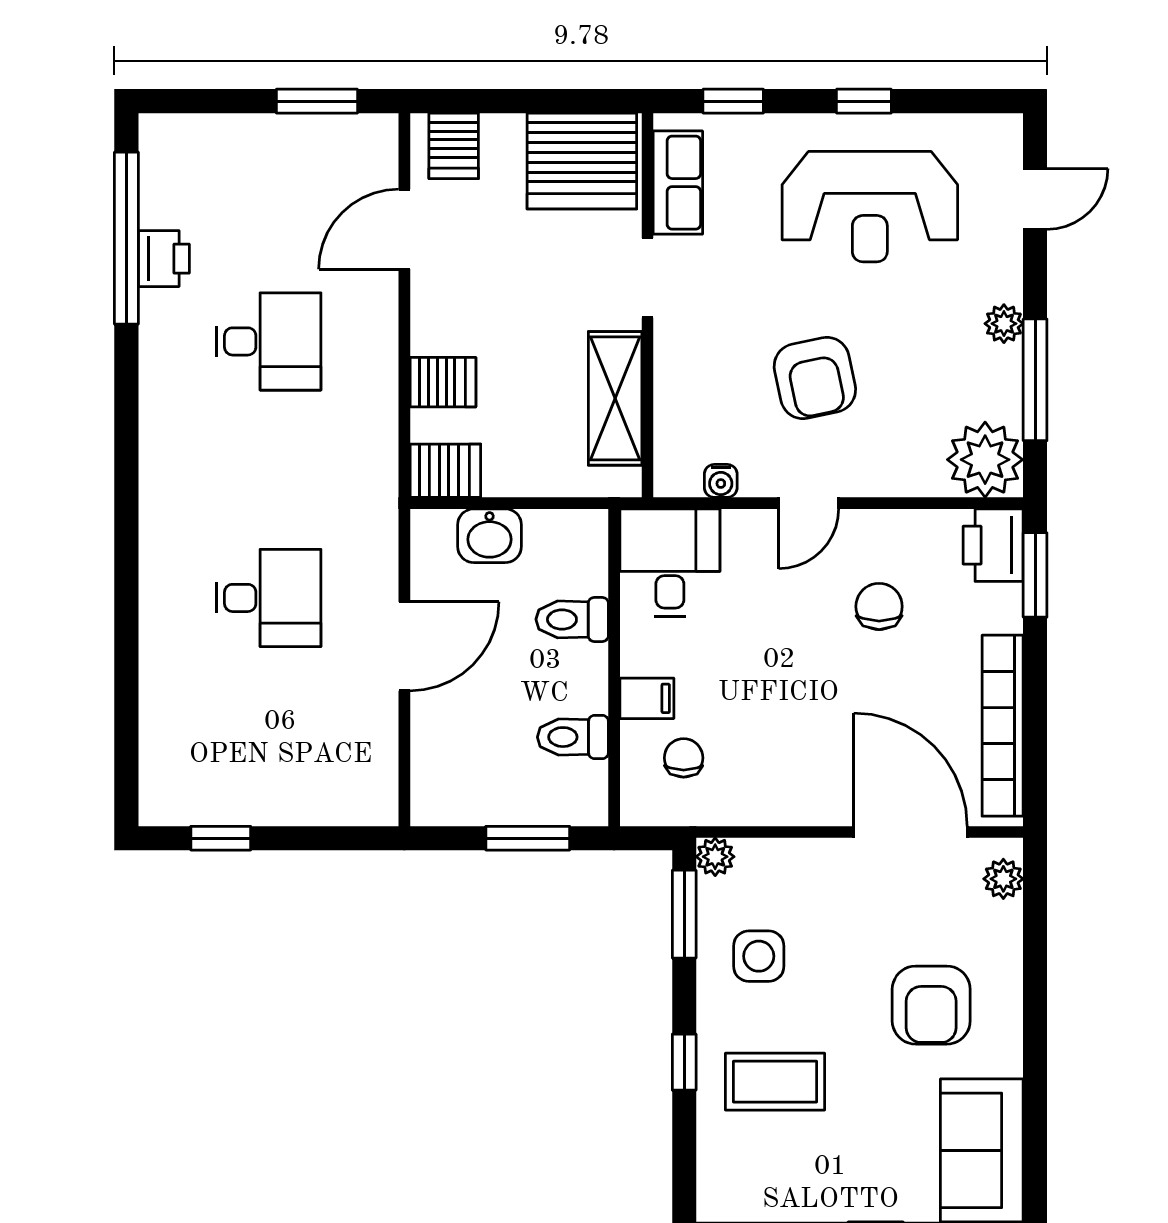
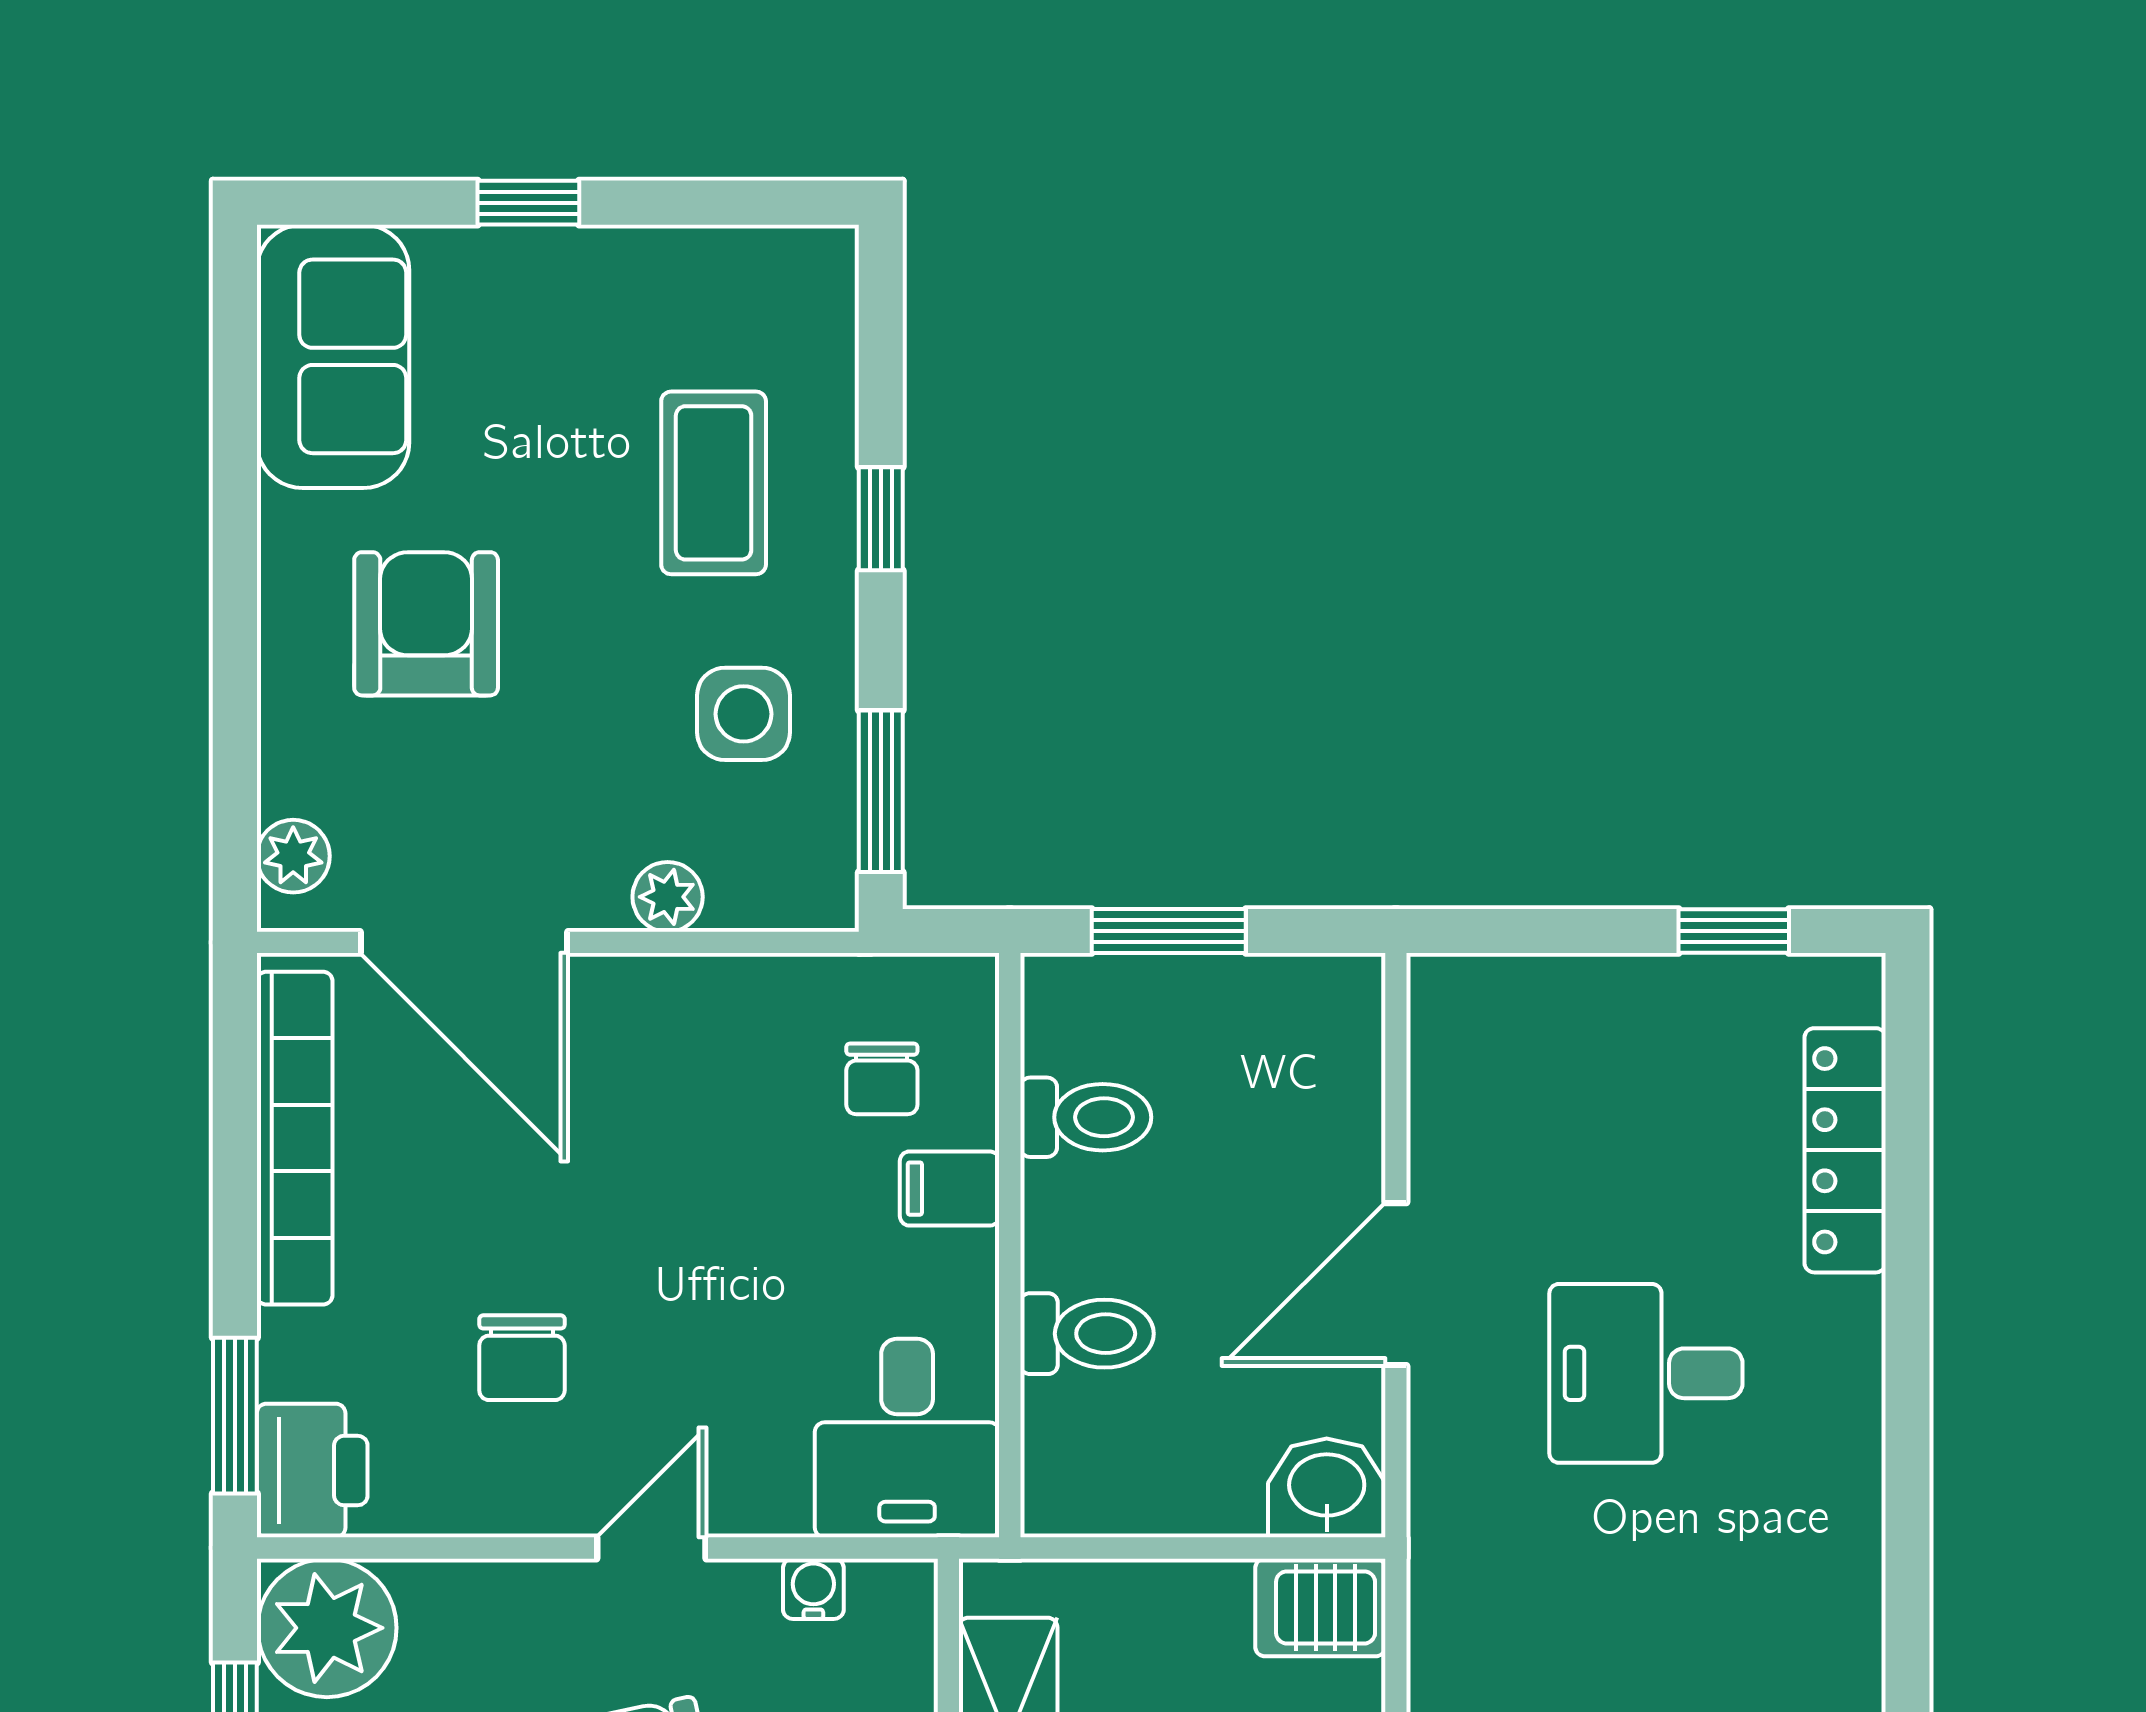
washbasin: (490, 536) -> (1327, 1488), moved
locker: (160, 719) -> (1845, 1150), added
plant: (715, 857) -> (668, 897), moved
coffee table: (775, 1082) -> (714, 483), turned 90

